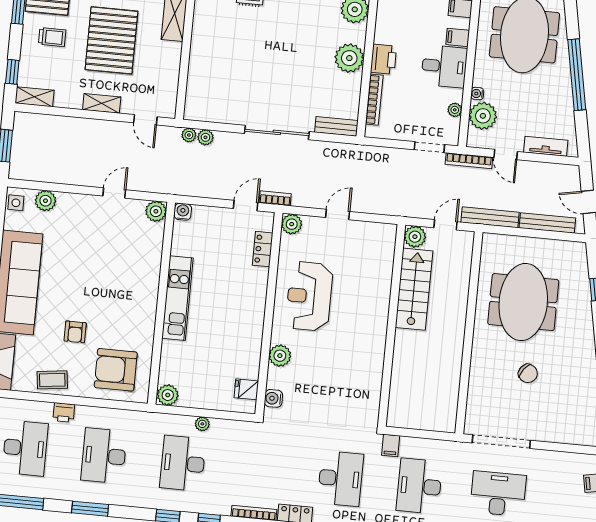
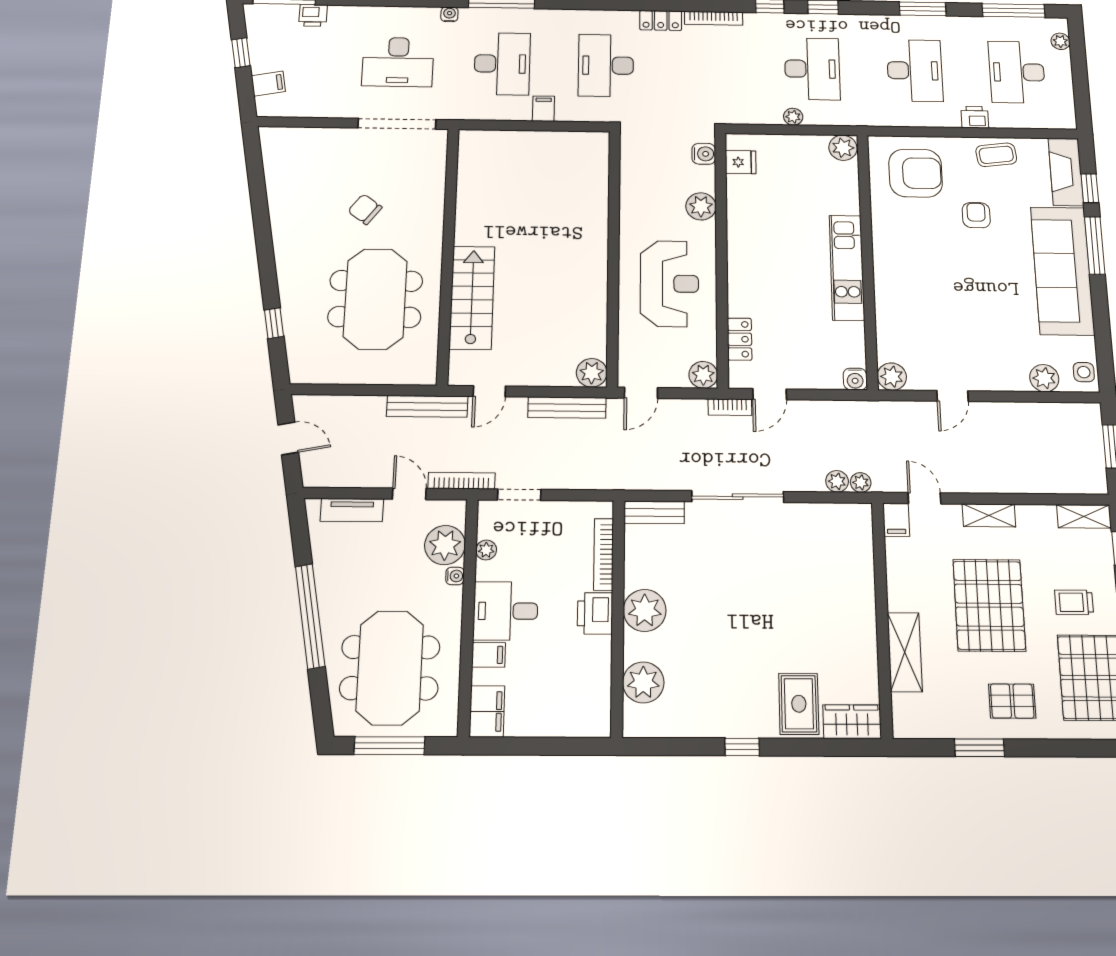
filing cabinet: (168, 106) -> (896, 520), added
bench: (547, 223) -> (567, 407), moved
plant: (415, 237) -> (592, 373), moved
stairs: (414, 289) -> (472, 298), moved, turned 180
wall: (392, 325) -> (613, 256), moved

